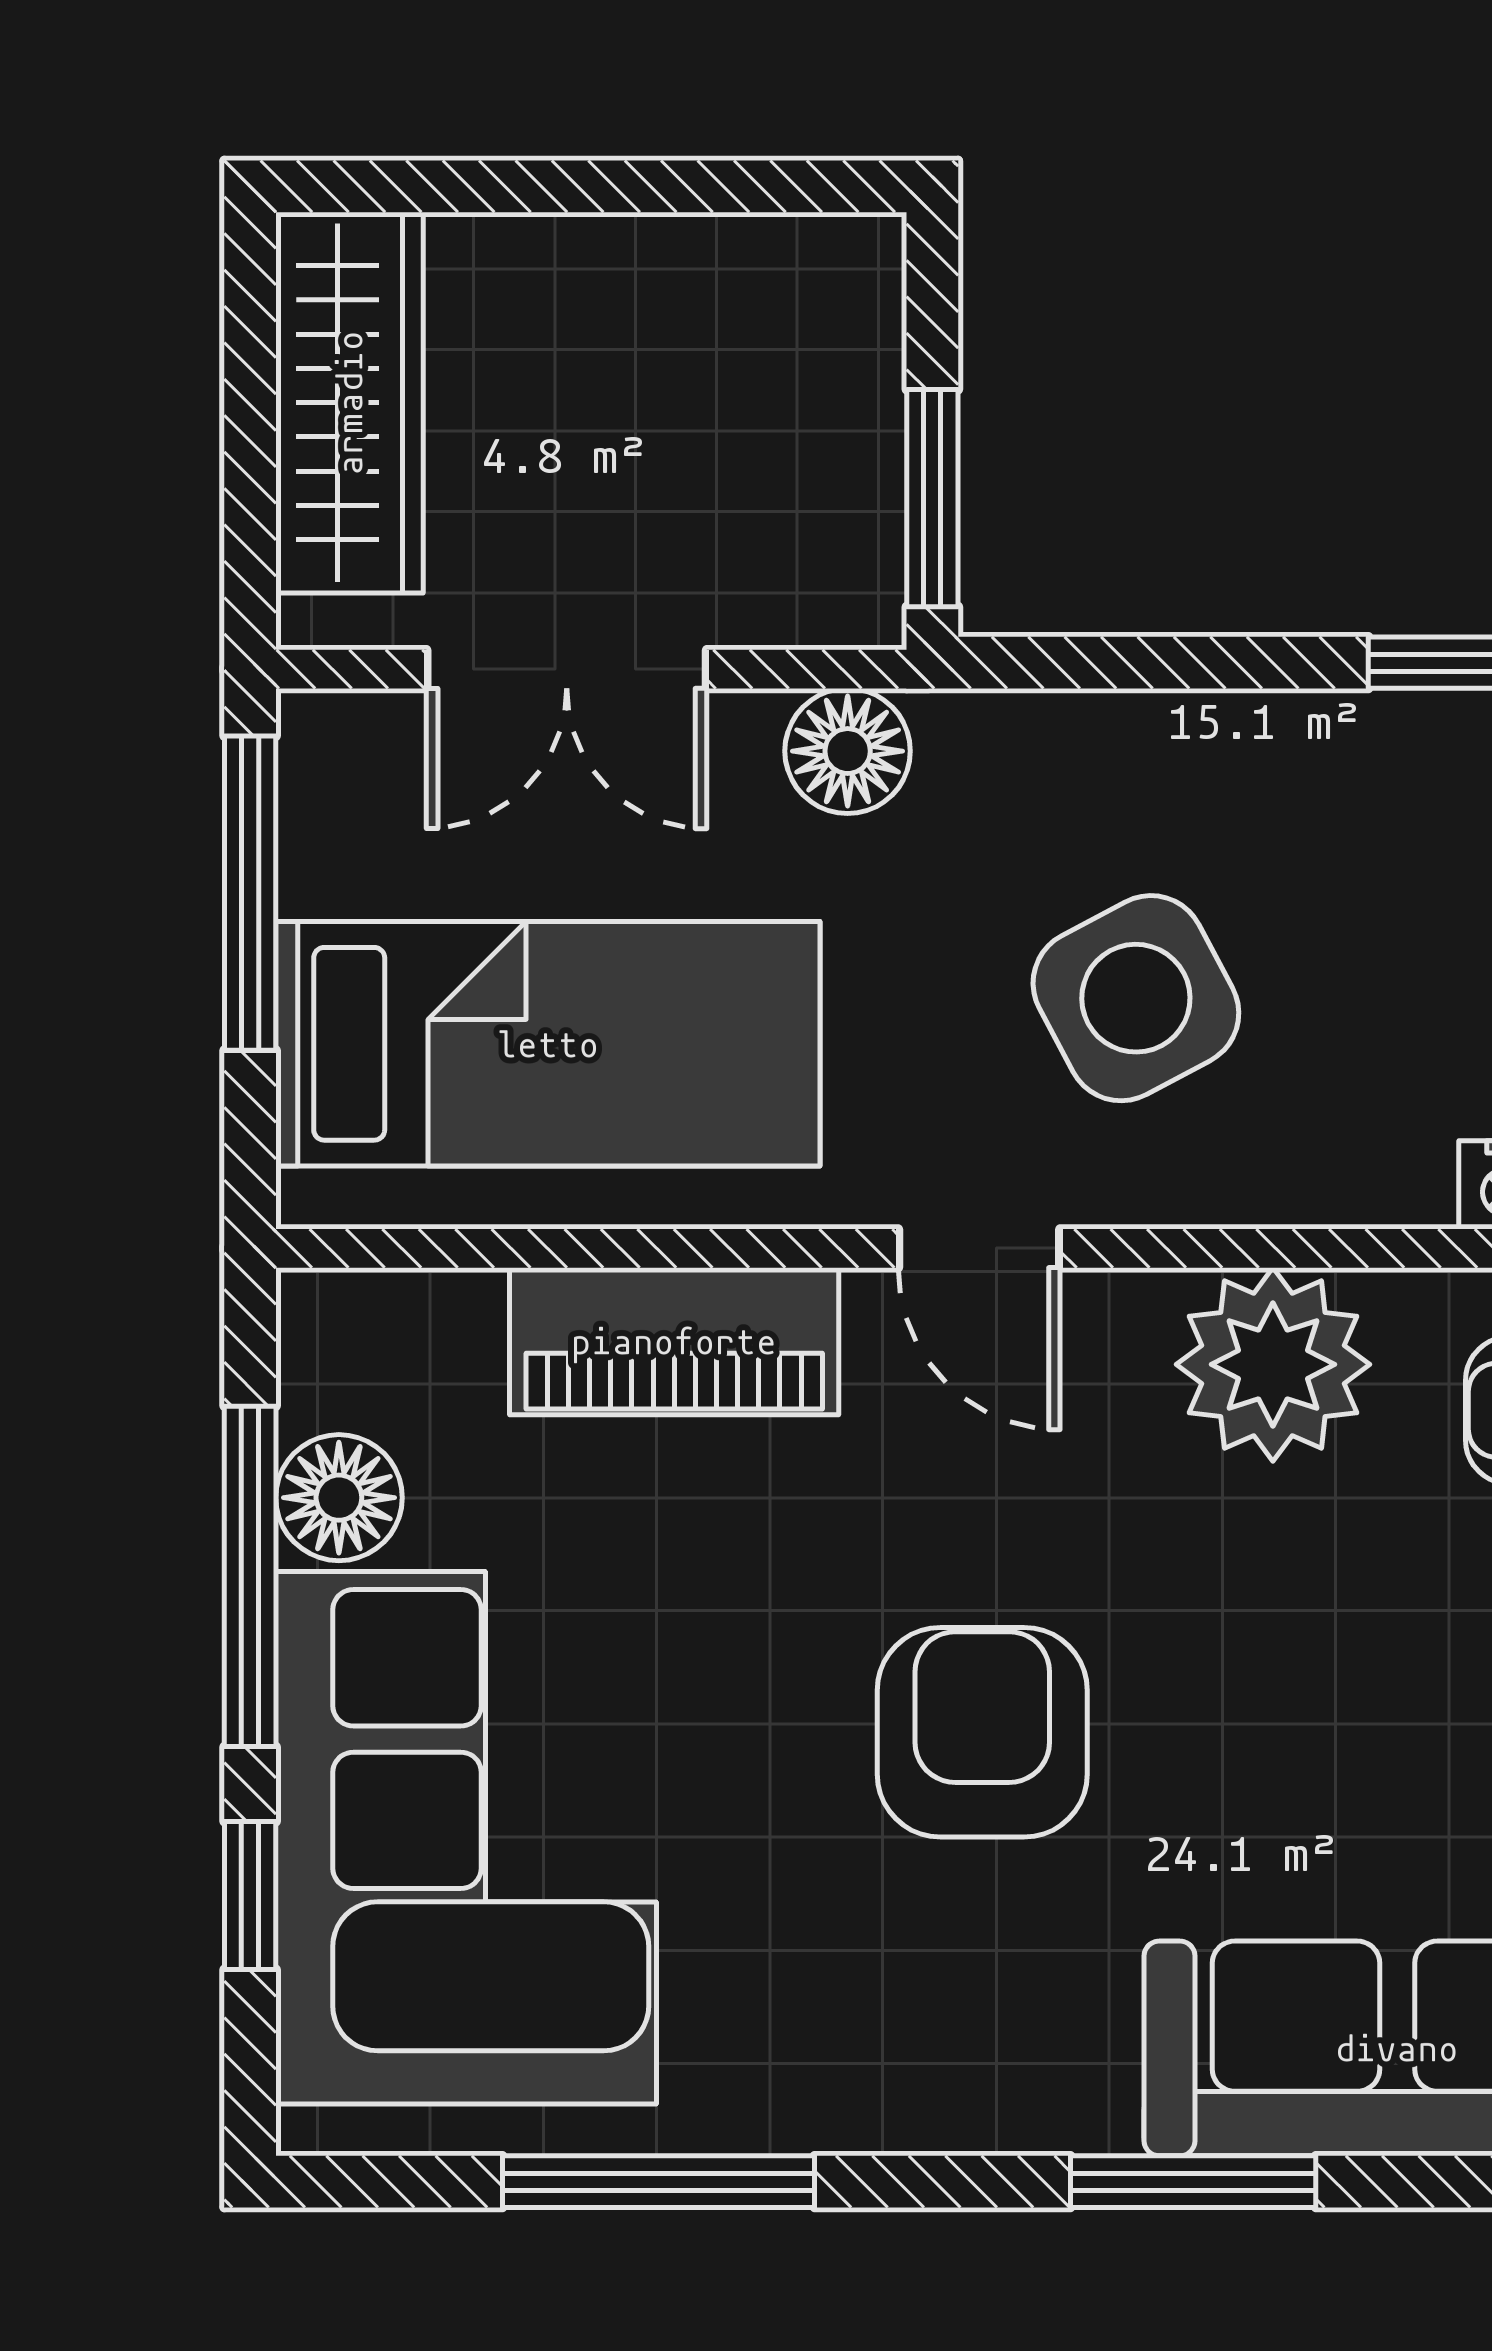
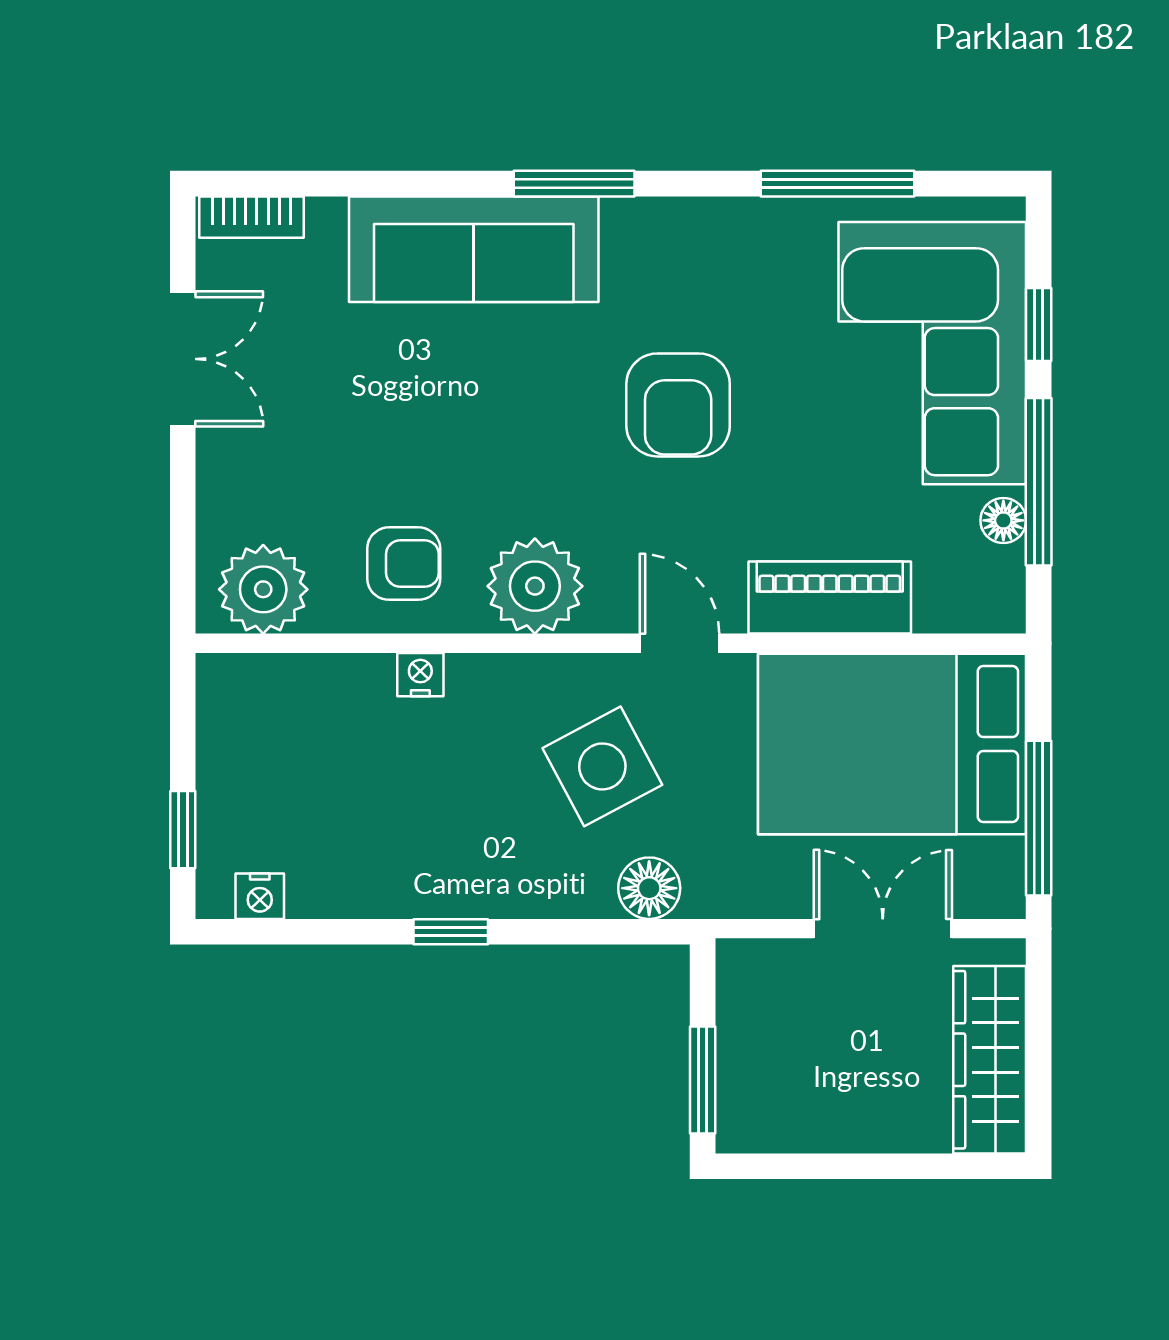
window: (932, 498) -> (703, 1080), moved
floor lamp: (848, 751) -> (649, 888), moved
bed: (548, 1044) -> (892, 744), width x1.50
floor lamp: (339, 1498) -> (1003, 520), width x0.73, depth x0.73

